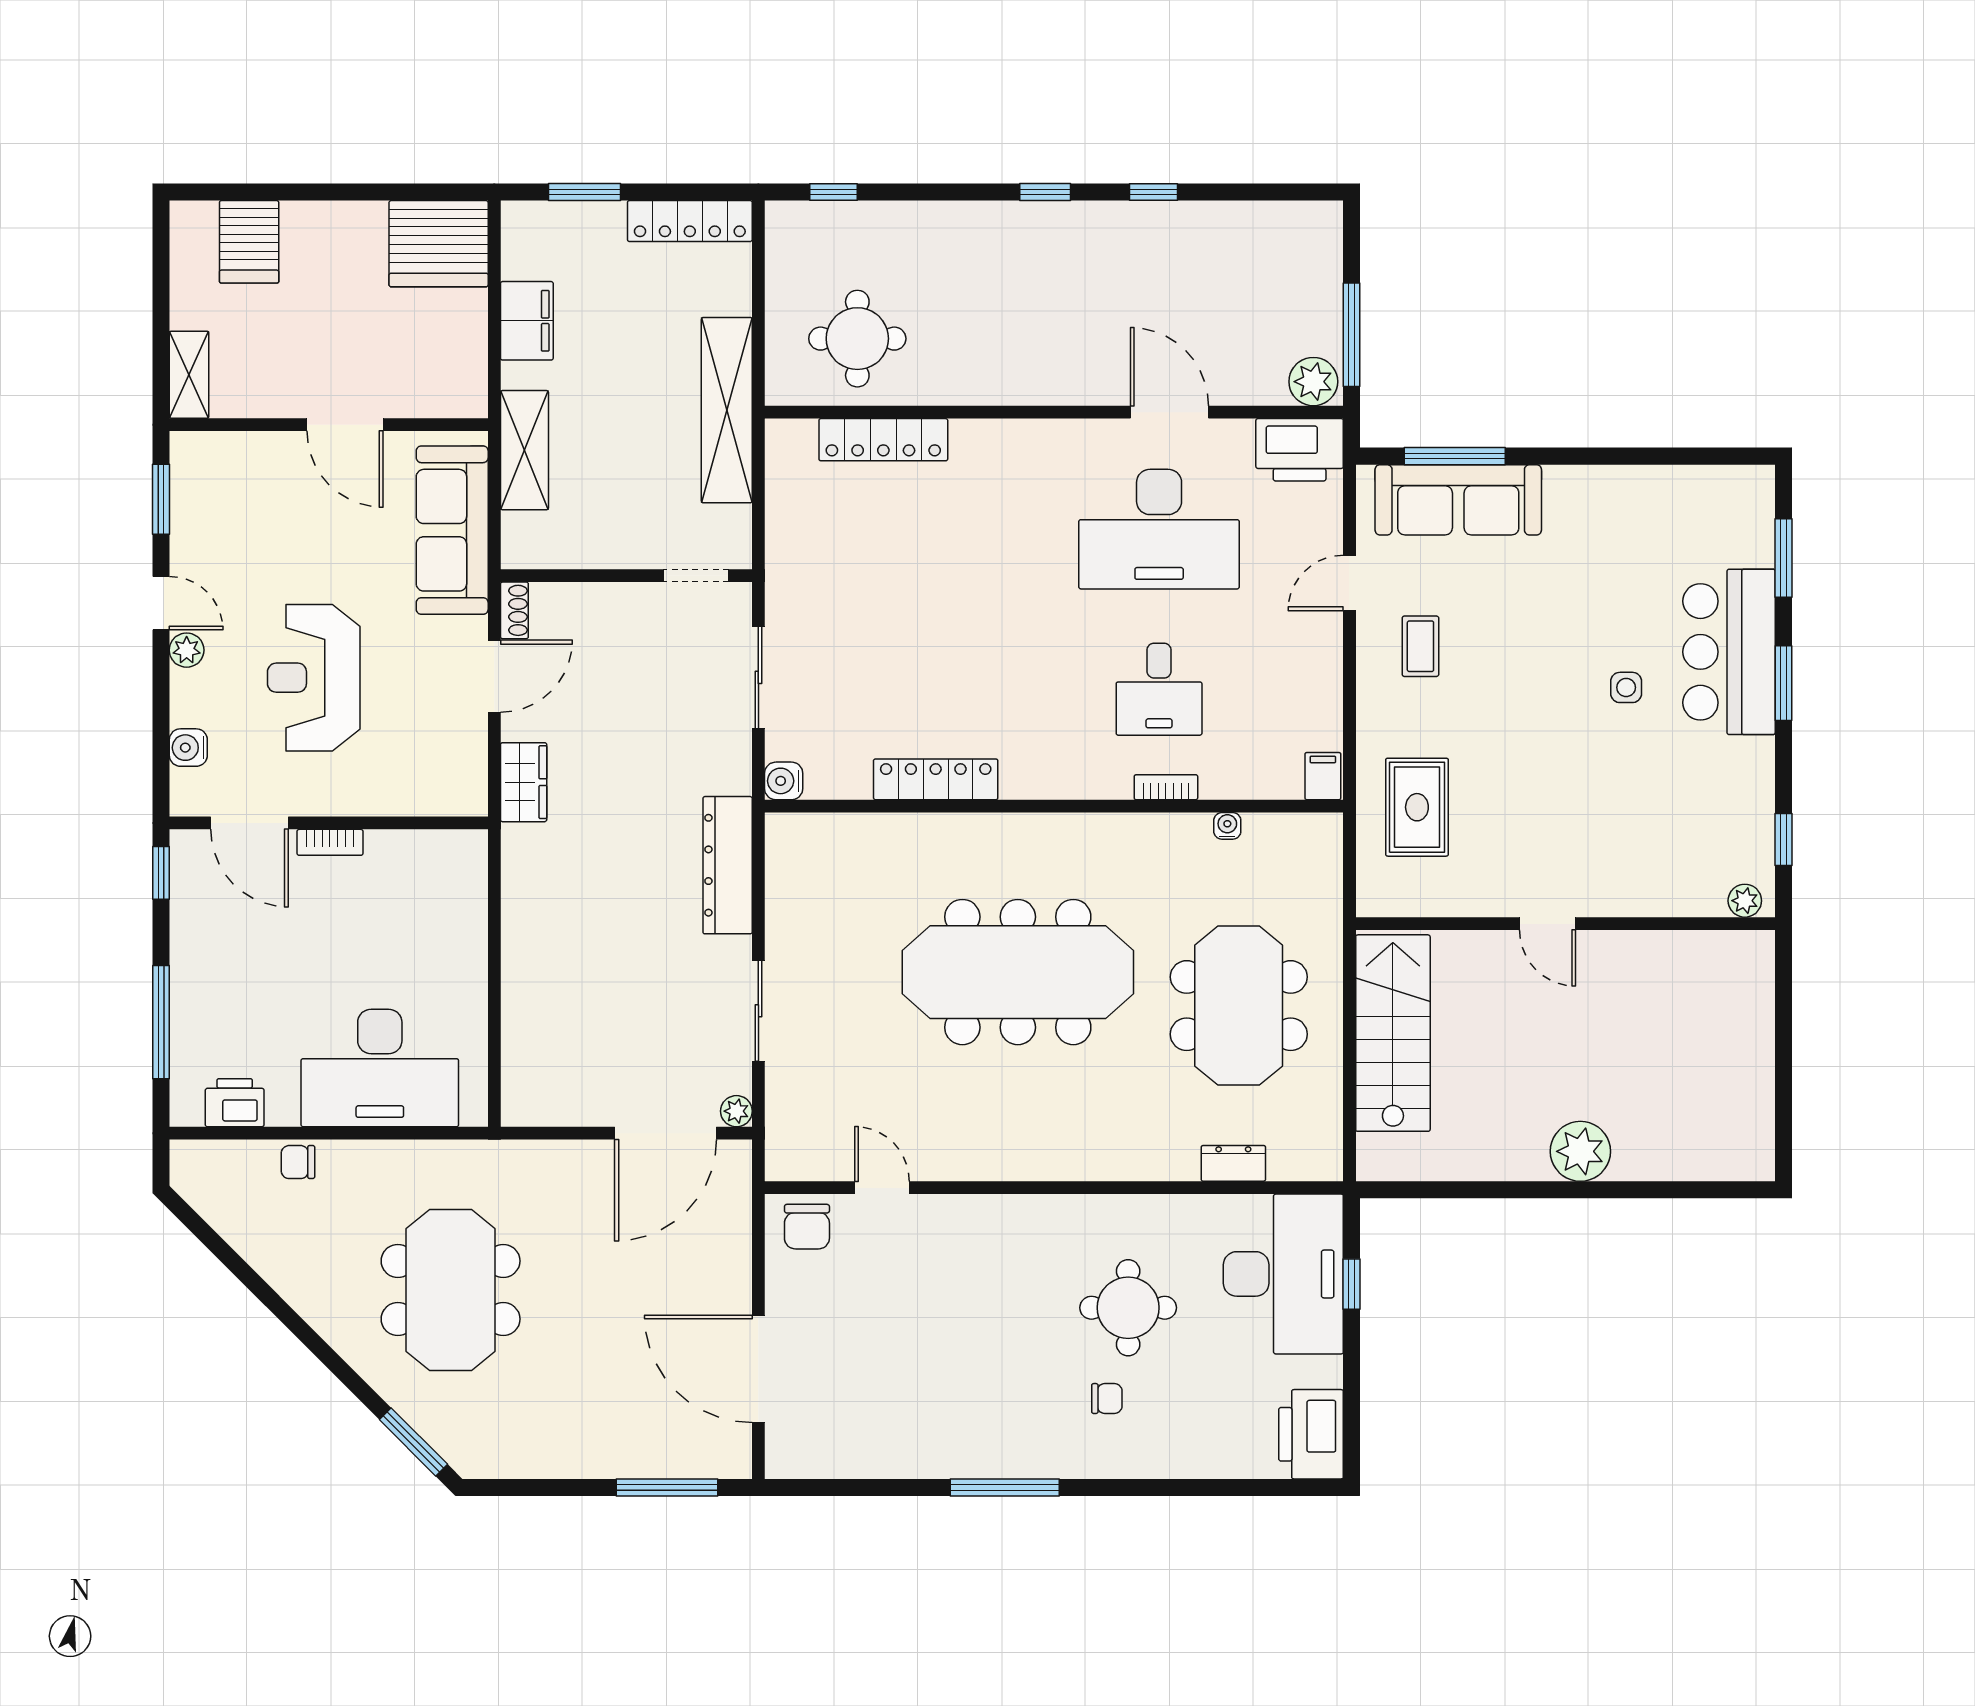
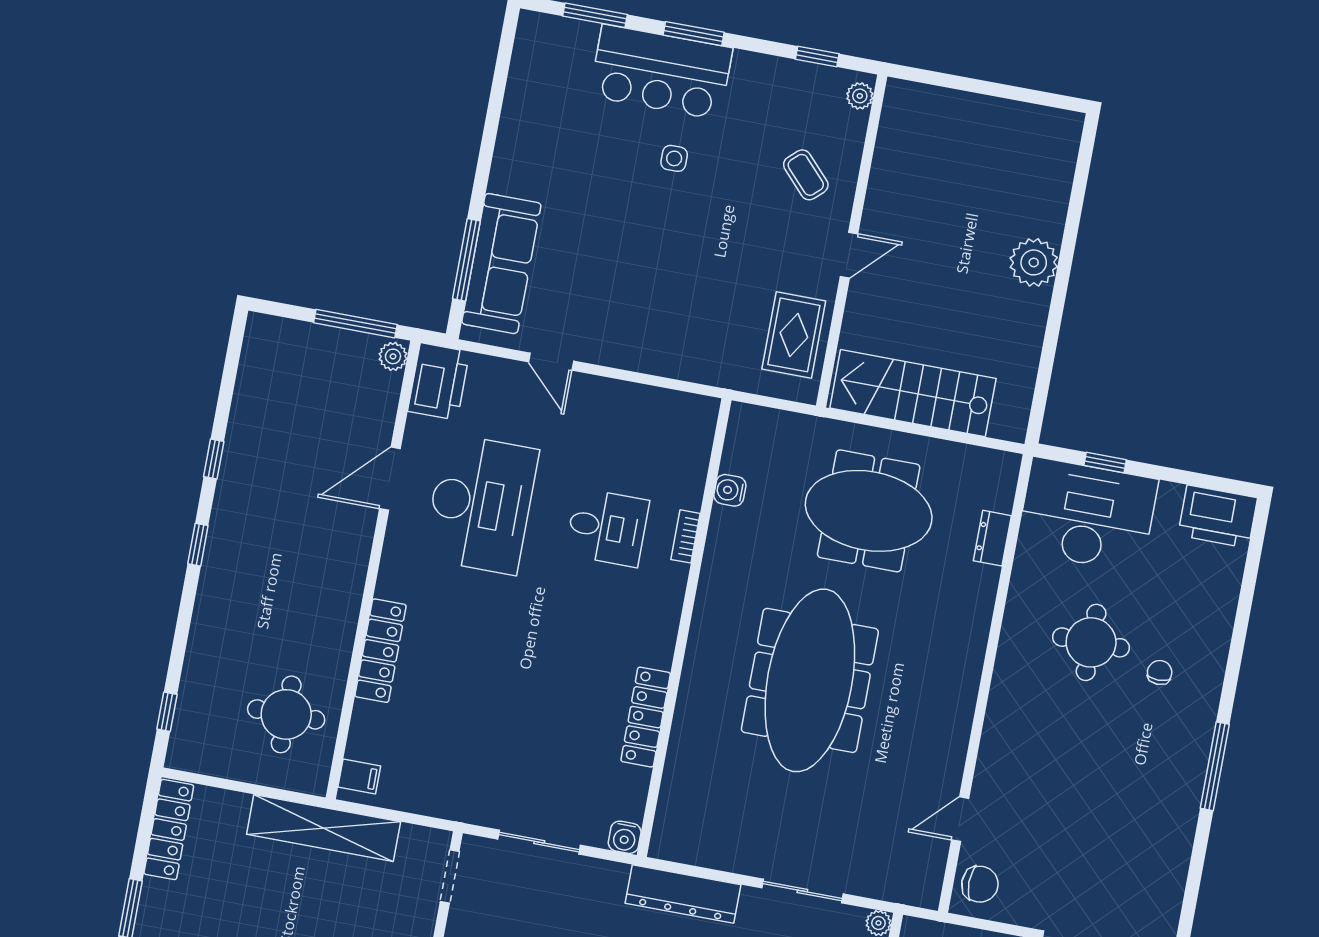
plant: (1313, 382) -> (393, 356), width x0.73, depth x0.73
locker: (883, 440) -> (381, 651), moved
coffee table: (1420, 646) -> (806, 175), moved, turned 47
filing cabinet: (1323, 776) -> (359, 777), moved, turned 180
rug: (1417, 807) -> (794, 335), moved, turned 90
water cooler: (1227, 826) -> (730, 490), width x1.38, depth x1.38

